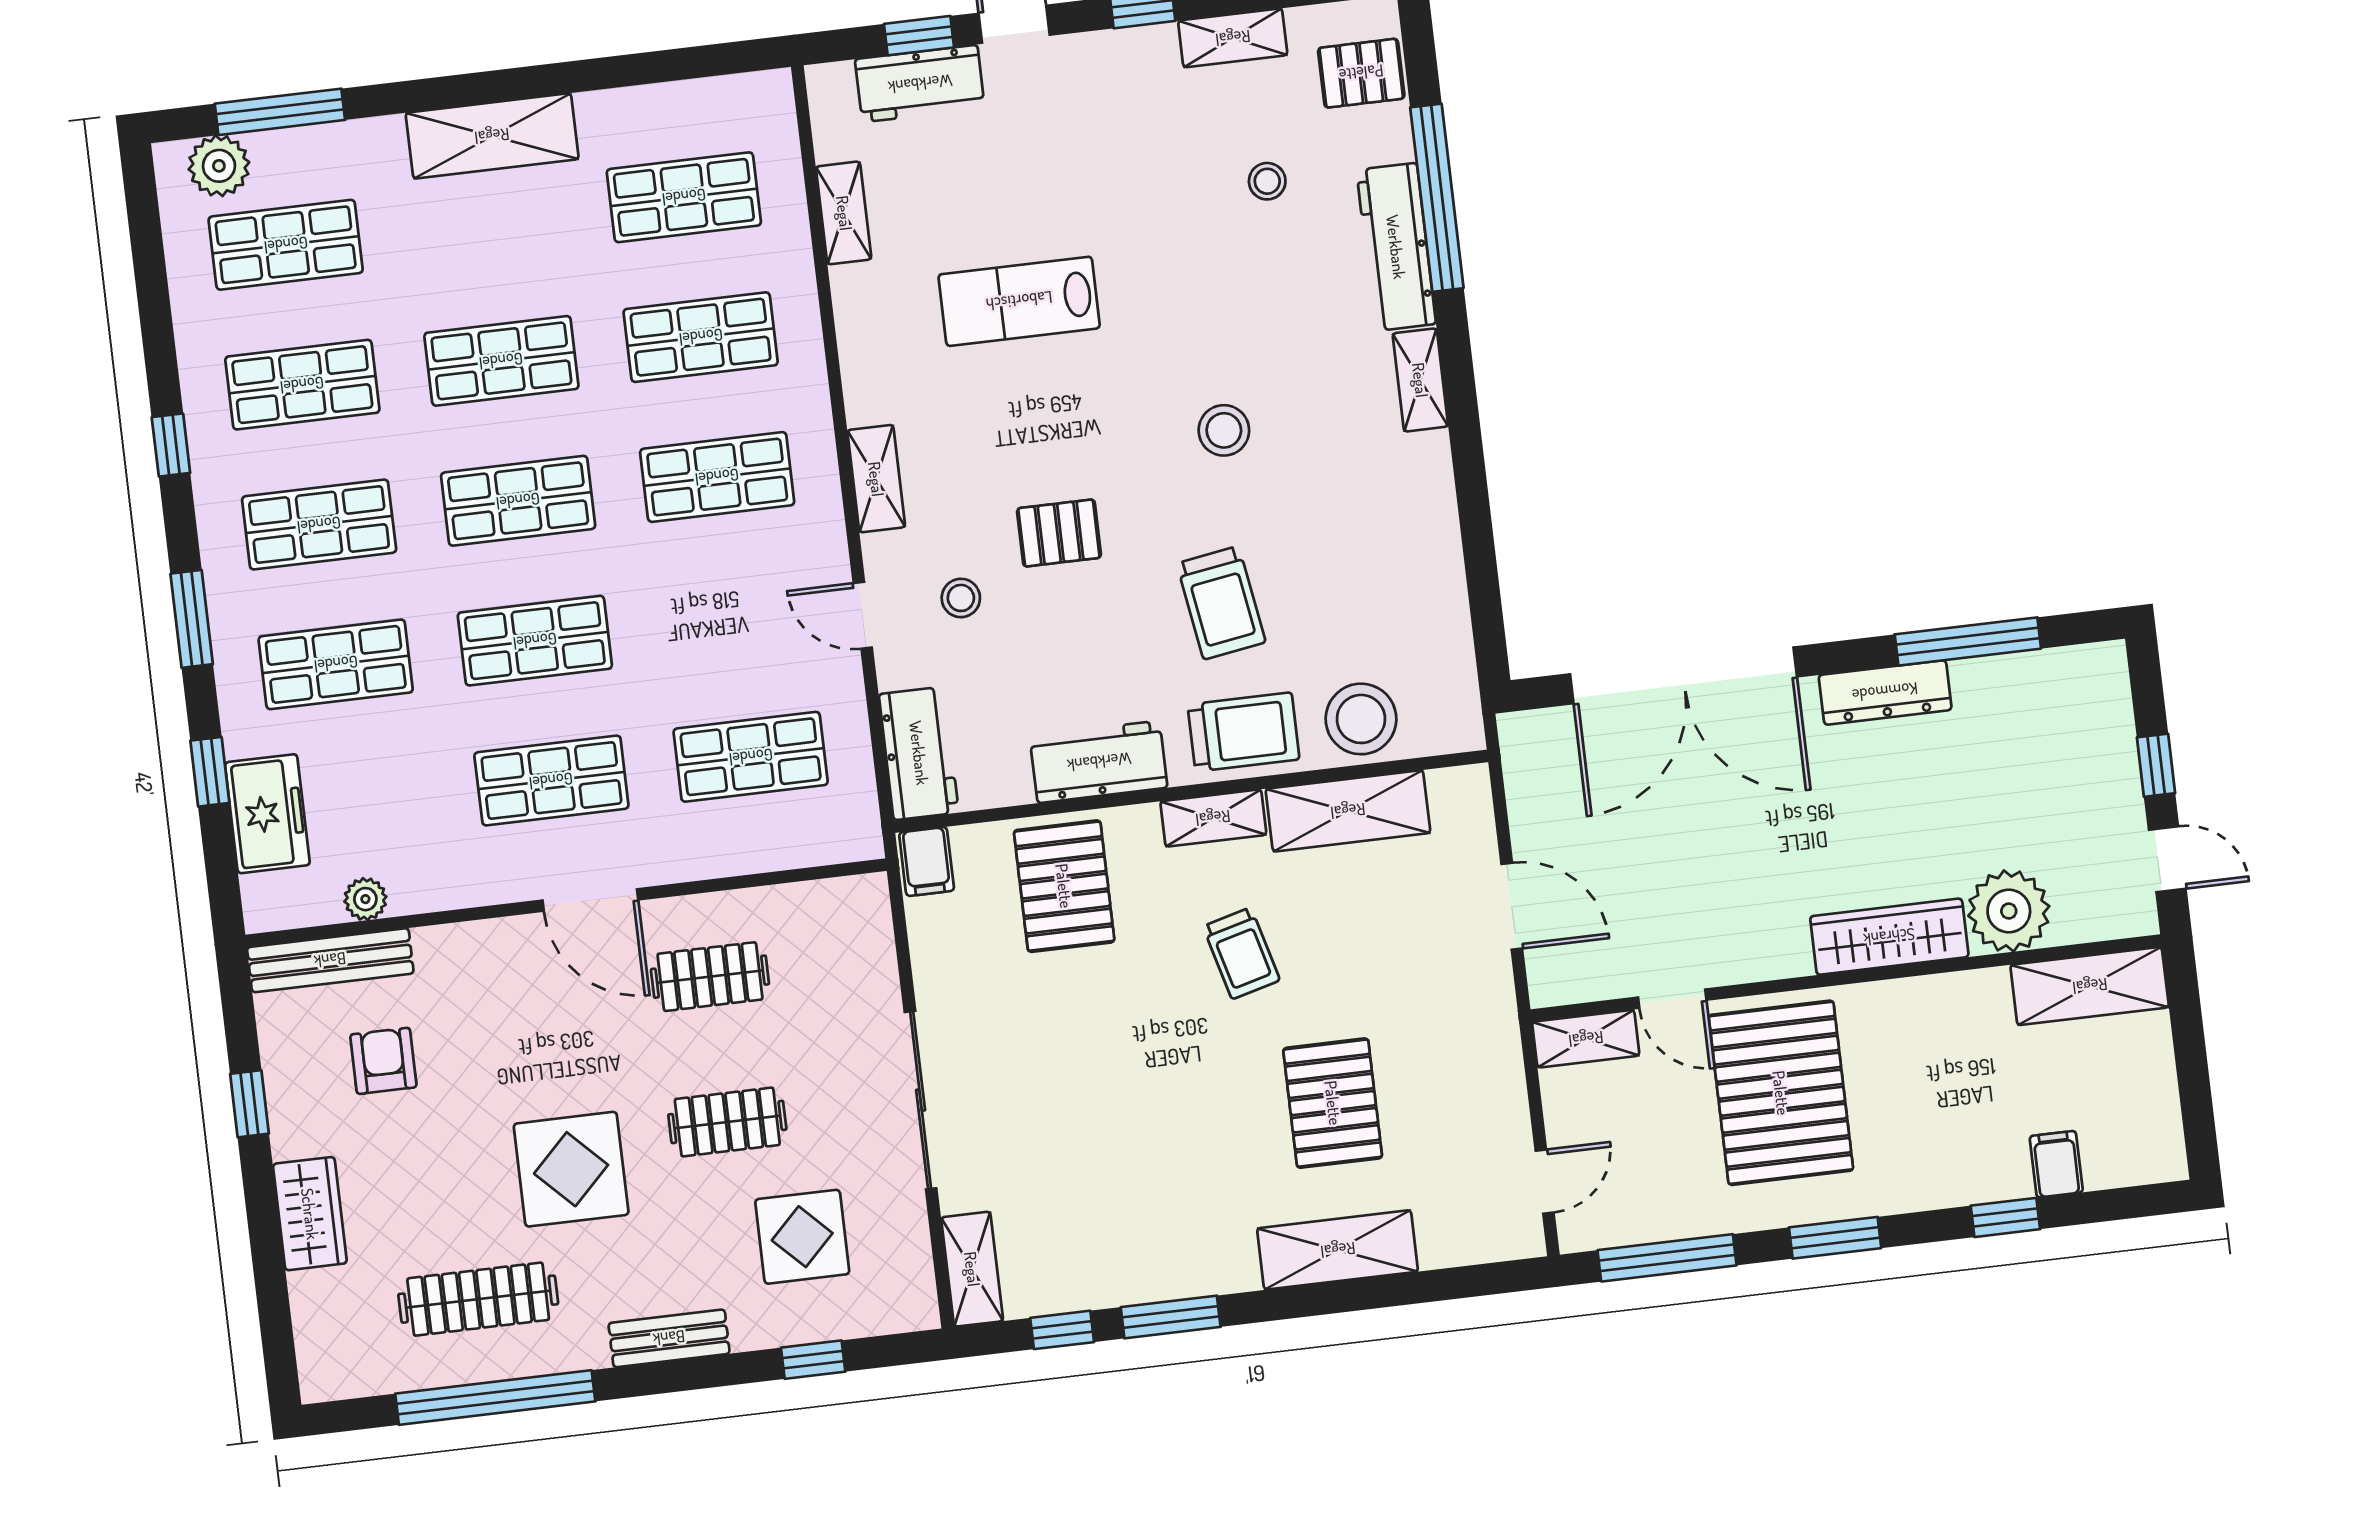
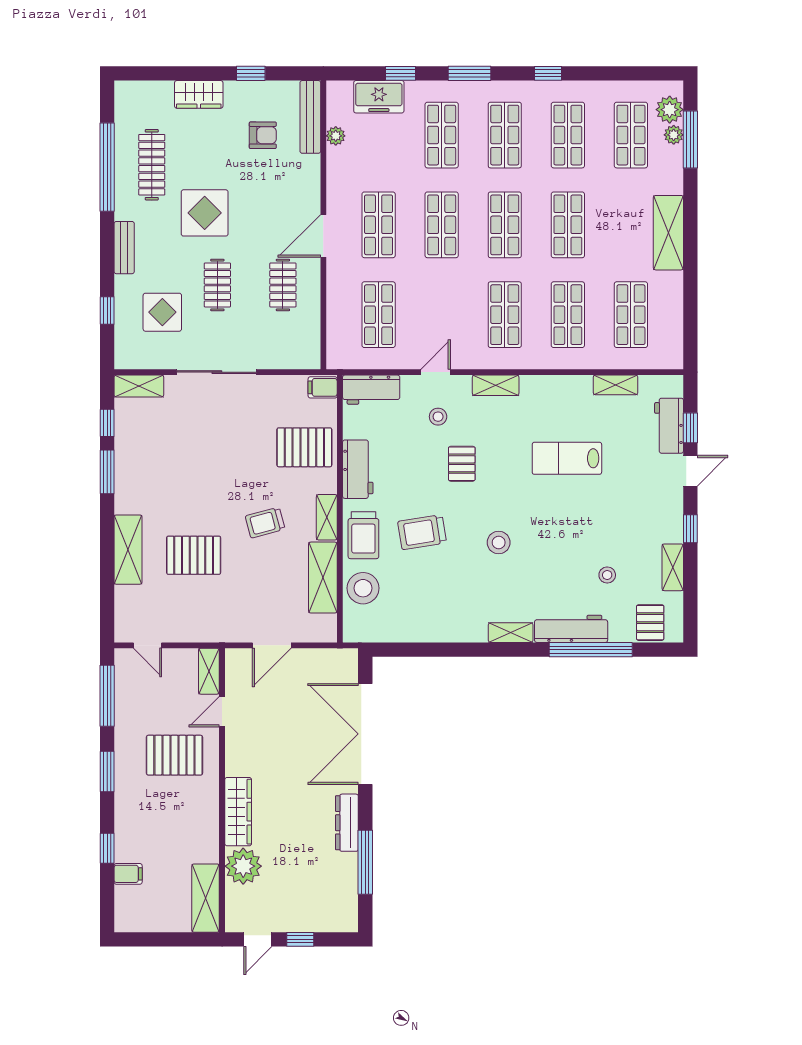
plant: (274, 150) -> (674, 135), added
lab bench: (1019, 301) -> (567, 458), turned -90
pallet: (1781, 1093) -> (174, 755), width x0.73, depth x0.71

